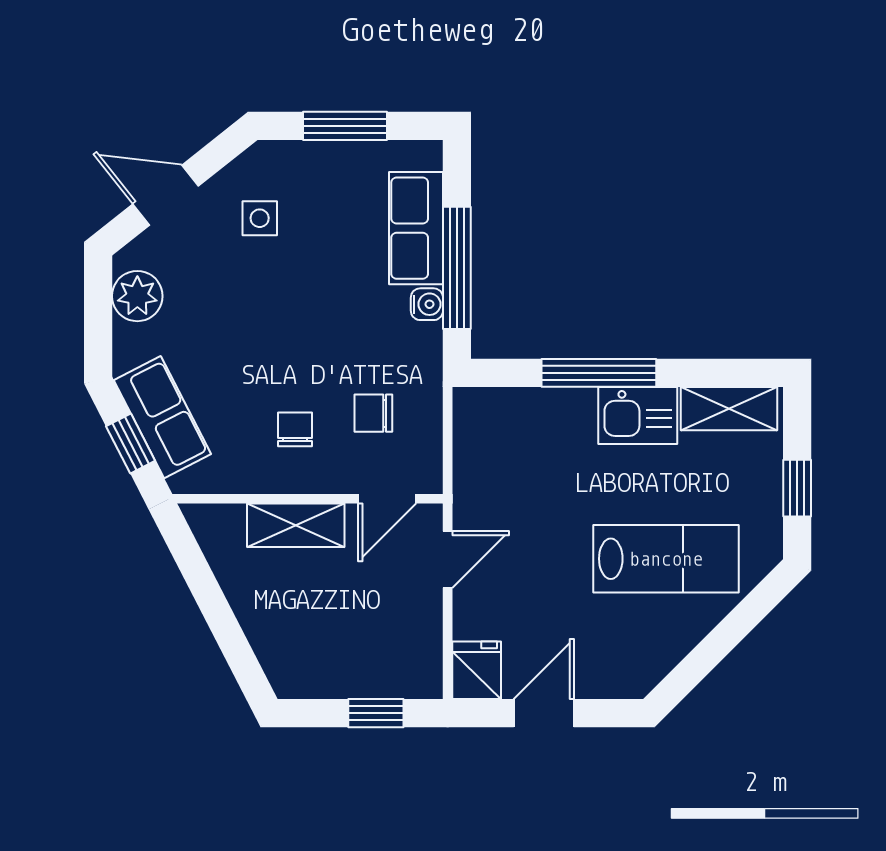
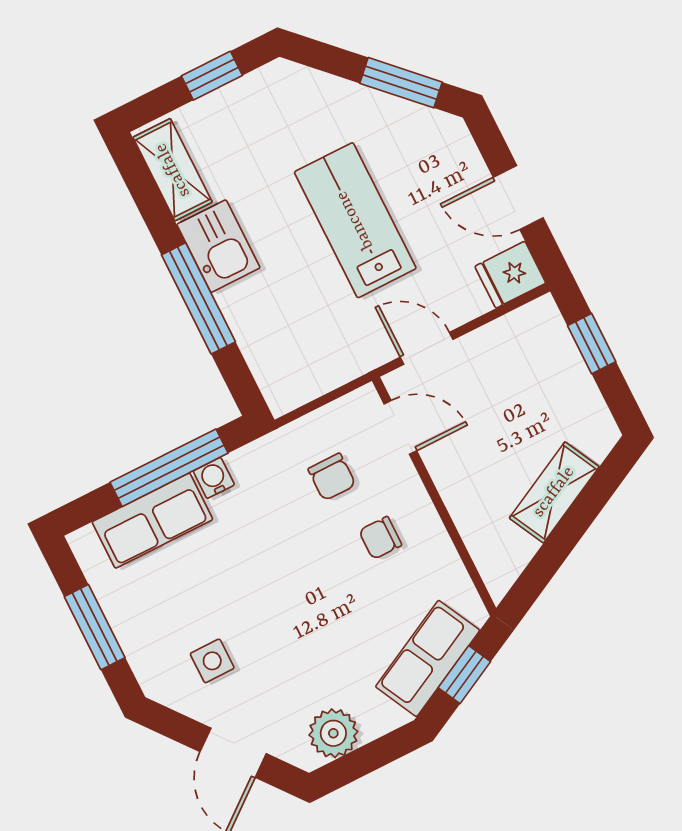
shelving: (296, 525) -> (554, 492), moved, turned 63
lab bench: (666, 559) -> (355, 220), moved
window: (703, 659) -> (401, 83), added

